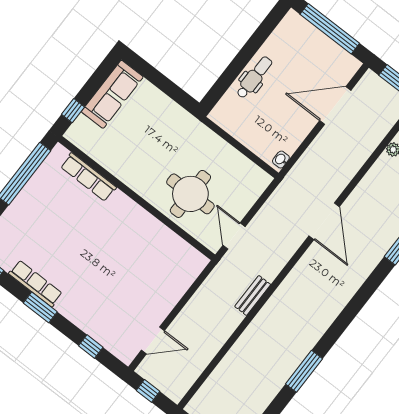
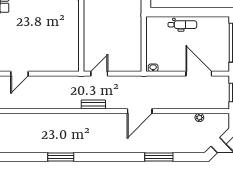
round table: (190, 194) -> (103, 37), removed
bench: (253, 295) -> (93, 104), moved
door: (153, 340) -> (20, 74), hinge flipped

